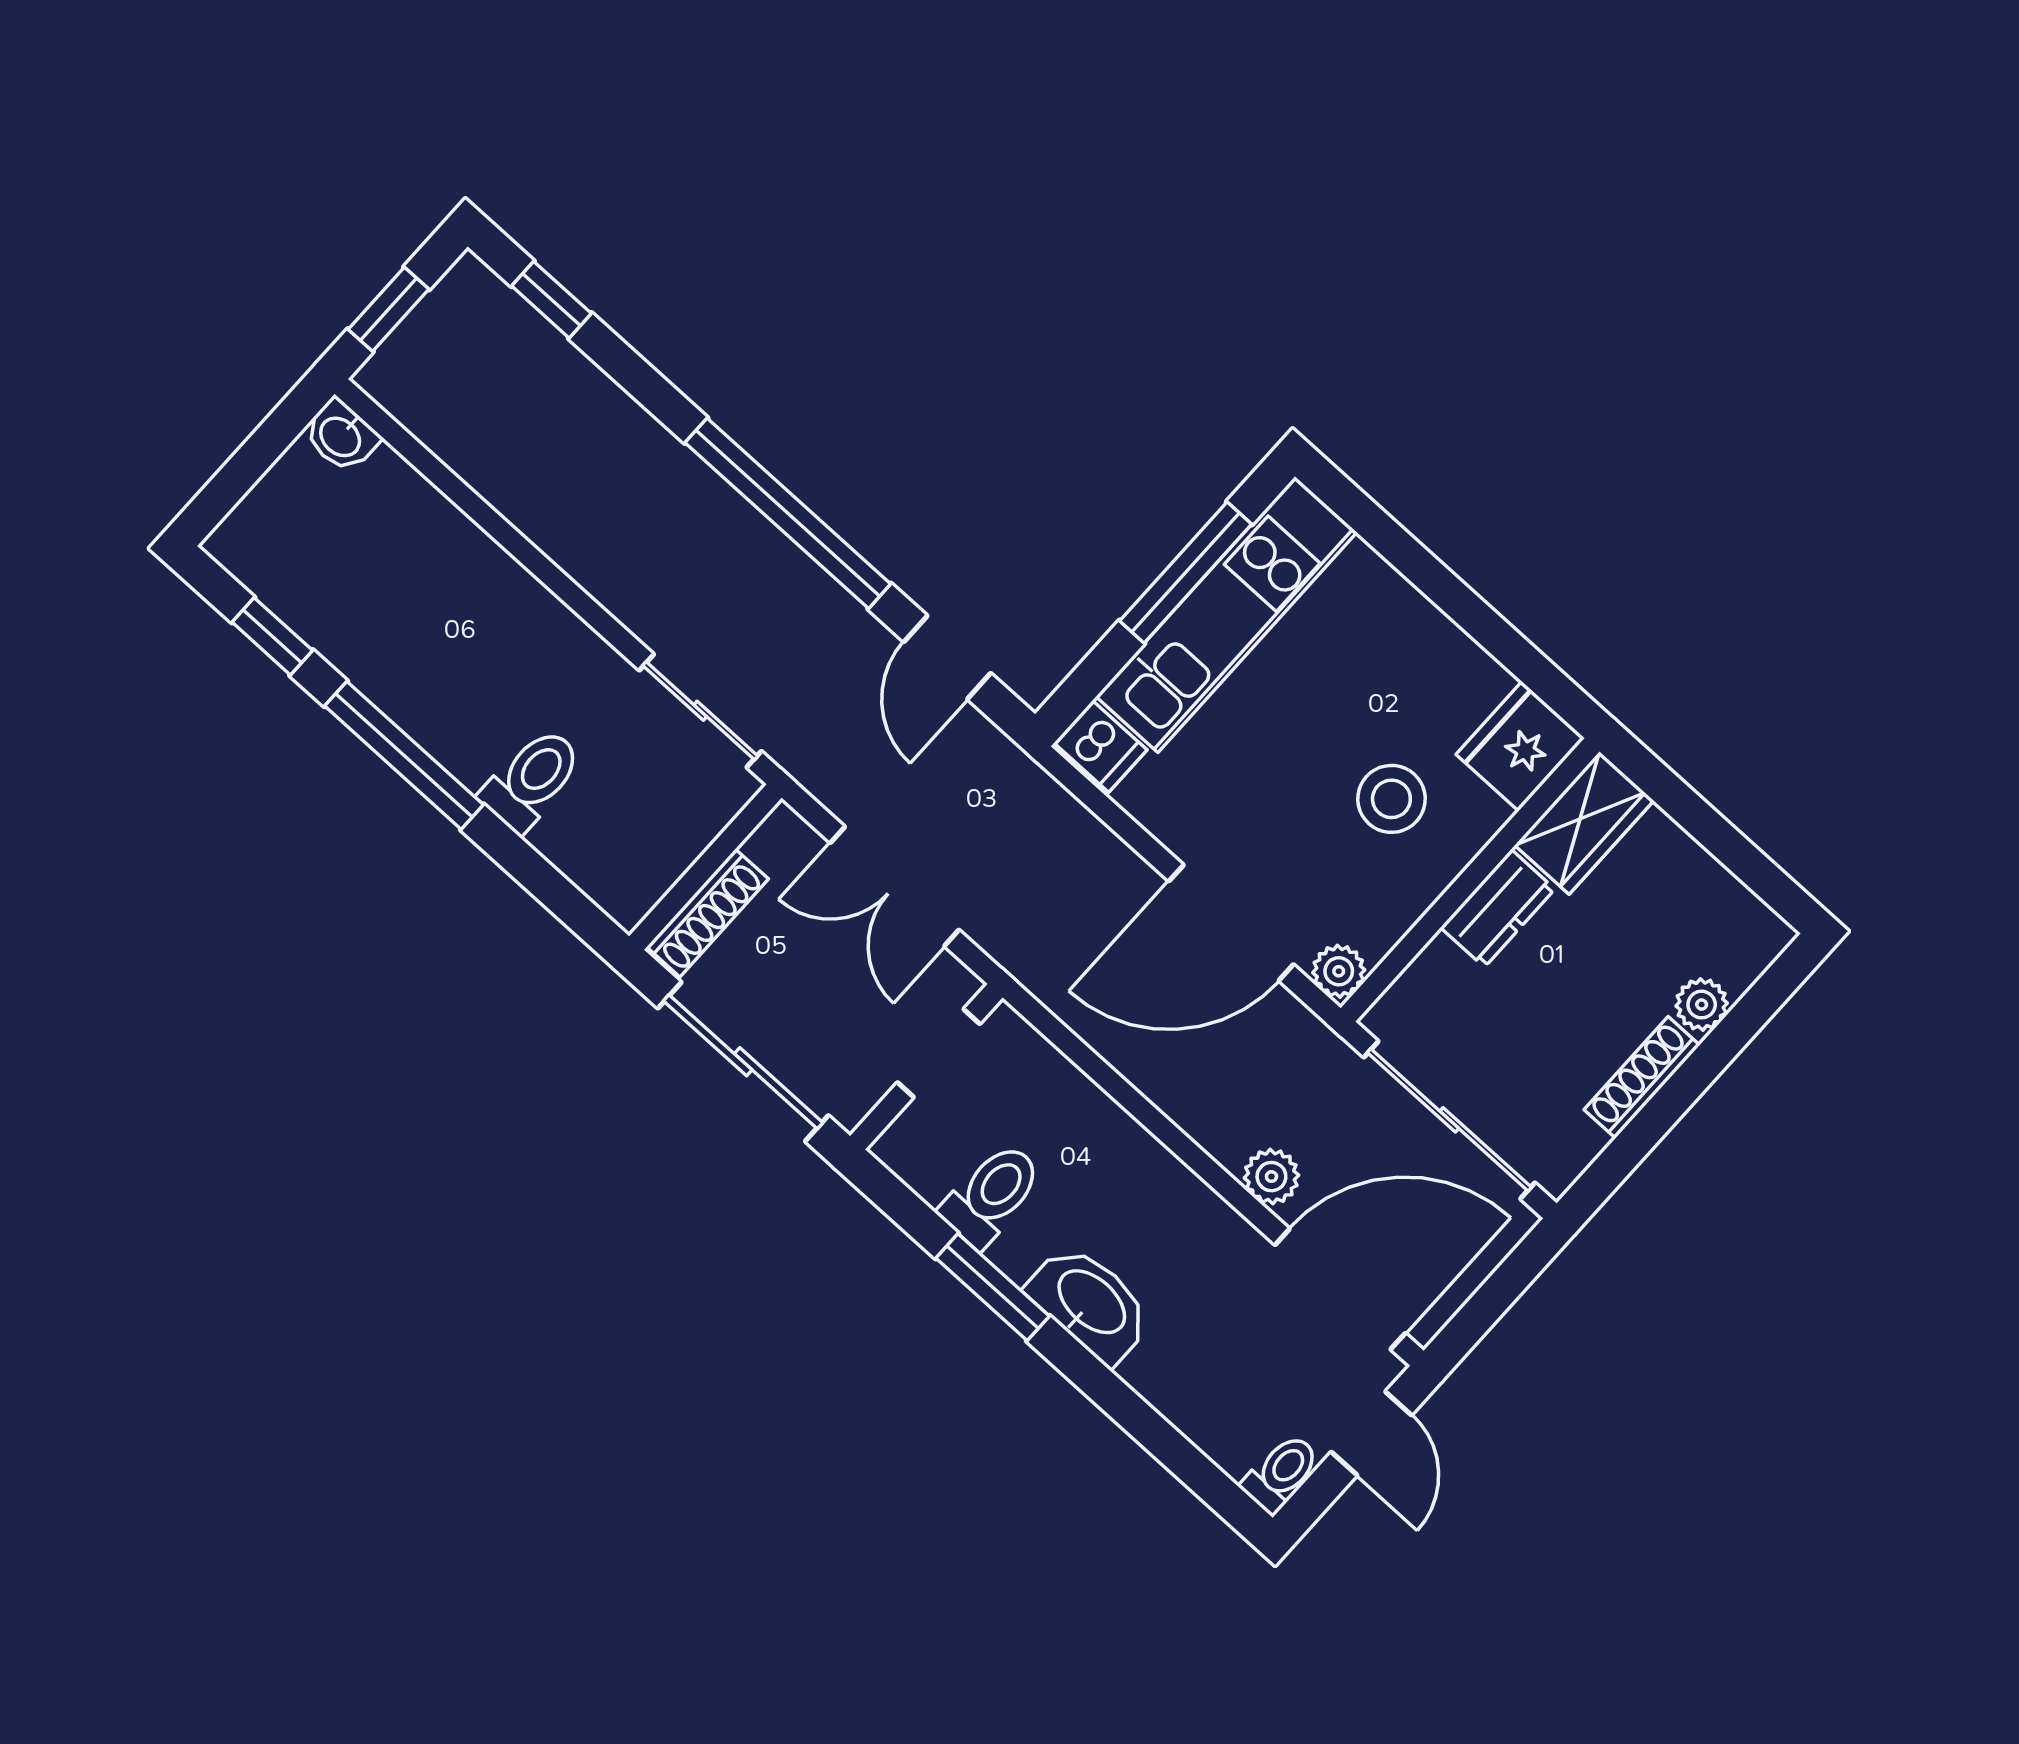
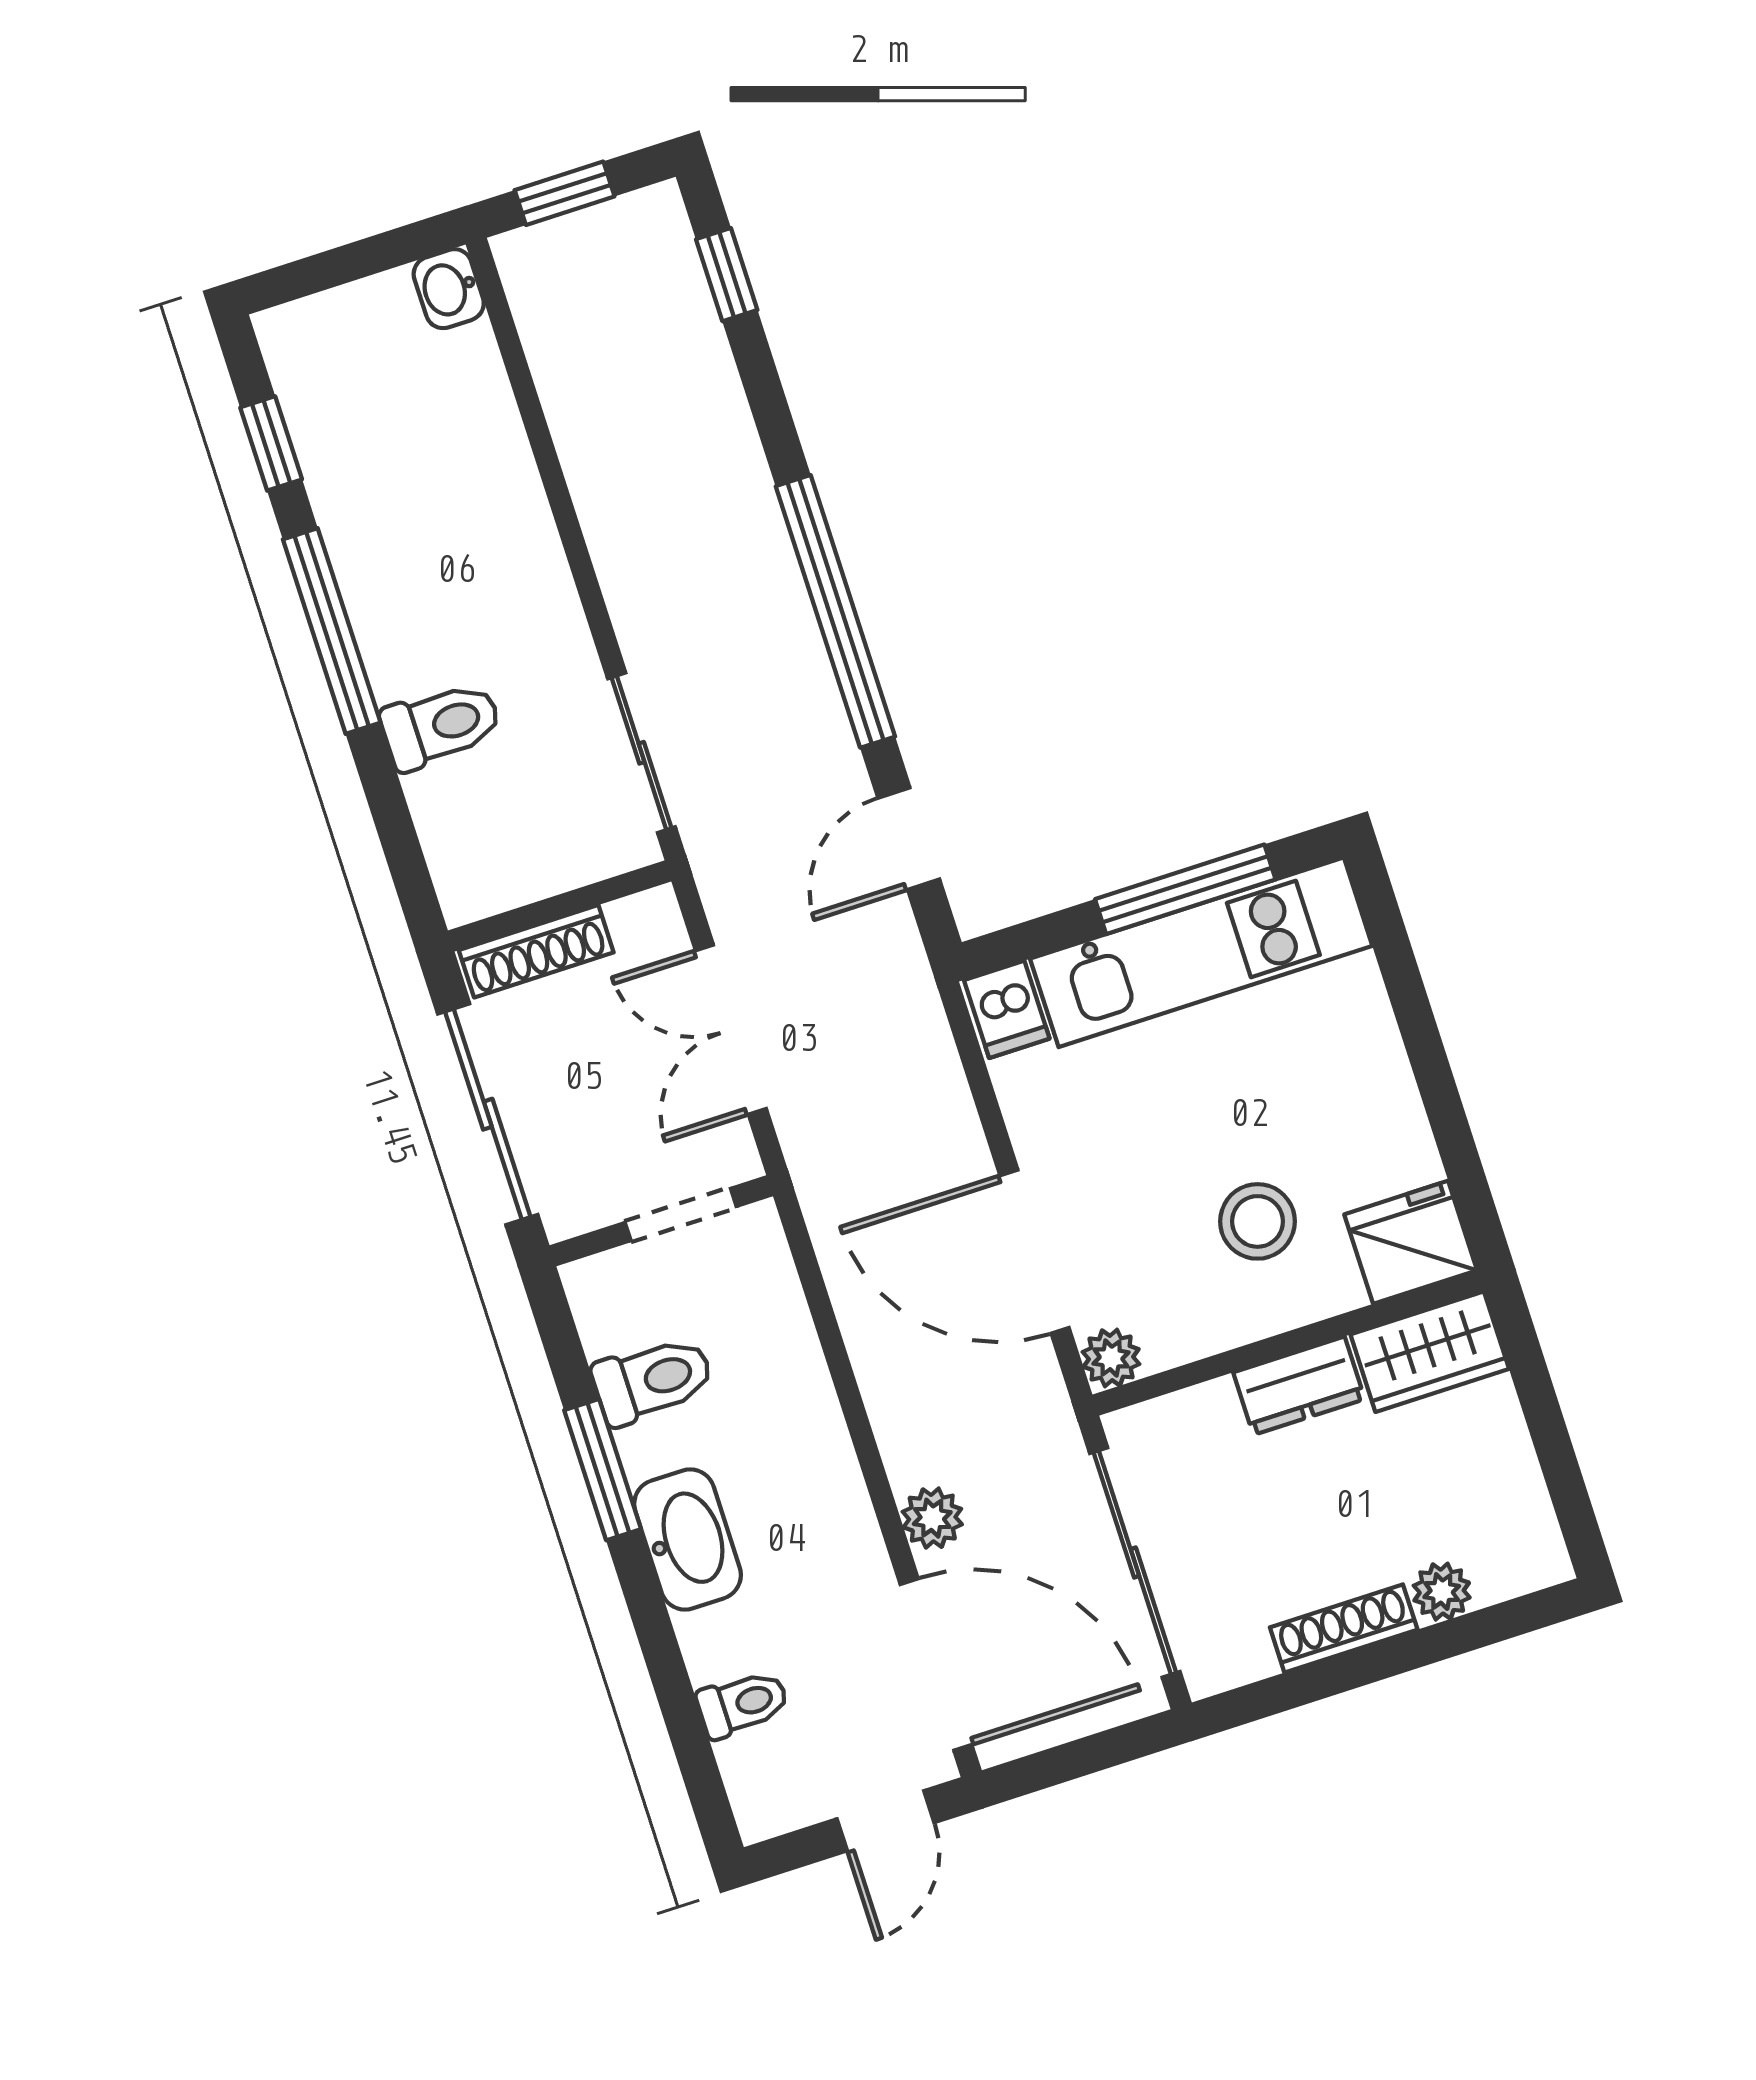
toilet: (1281, 1473) -> (743, 1704), moved

